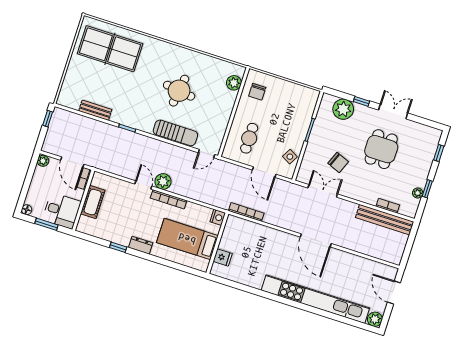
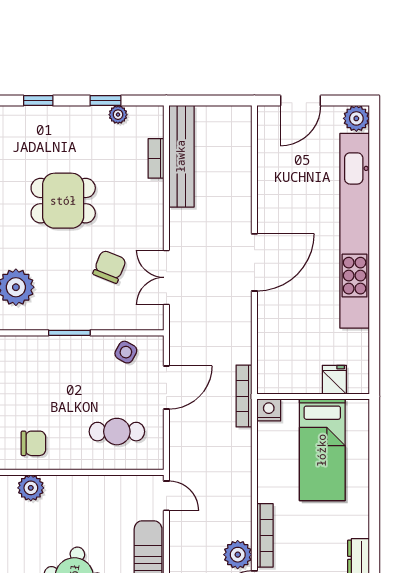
nightstand: (218, 217) -> (269, 410), moved
bed: (187, 239) -> (322, 450), moved
wall: (217, 243) -> (313, 396), moved
fridge: (223, 257) -> (334, 380), moved

